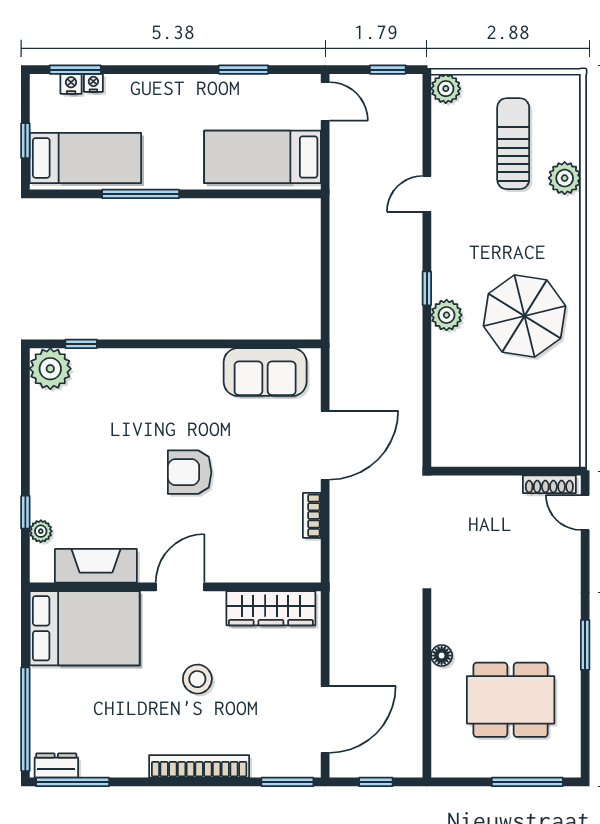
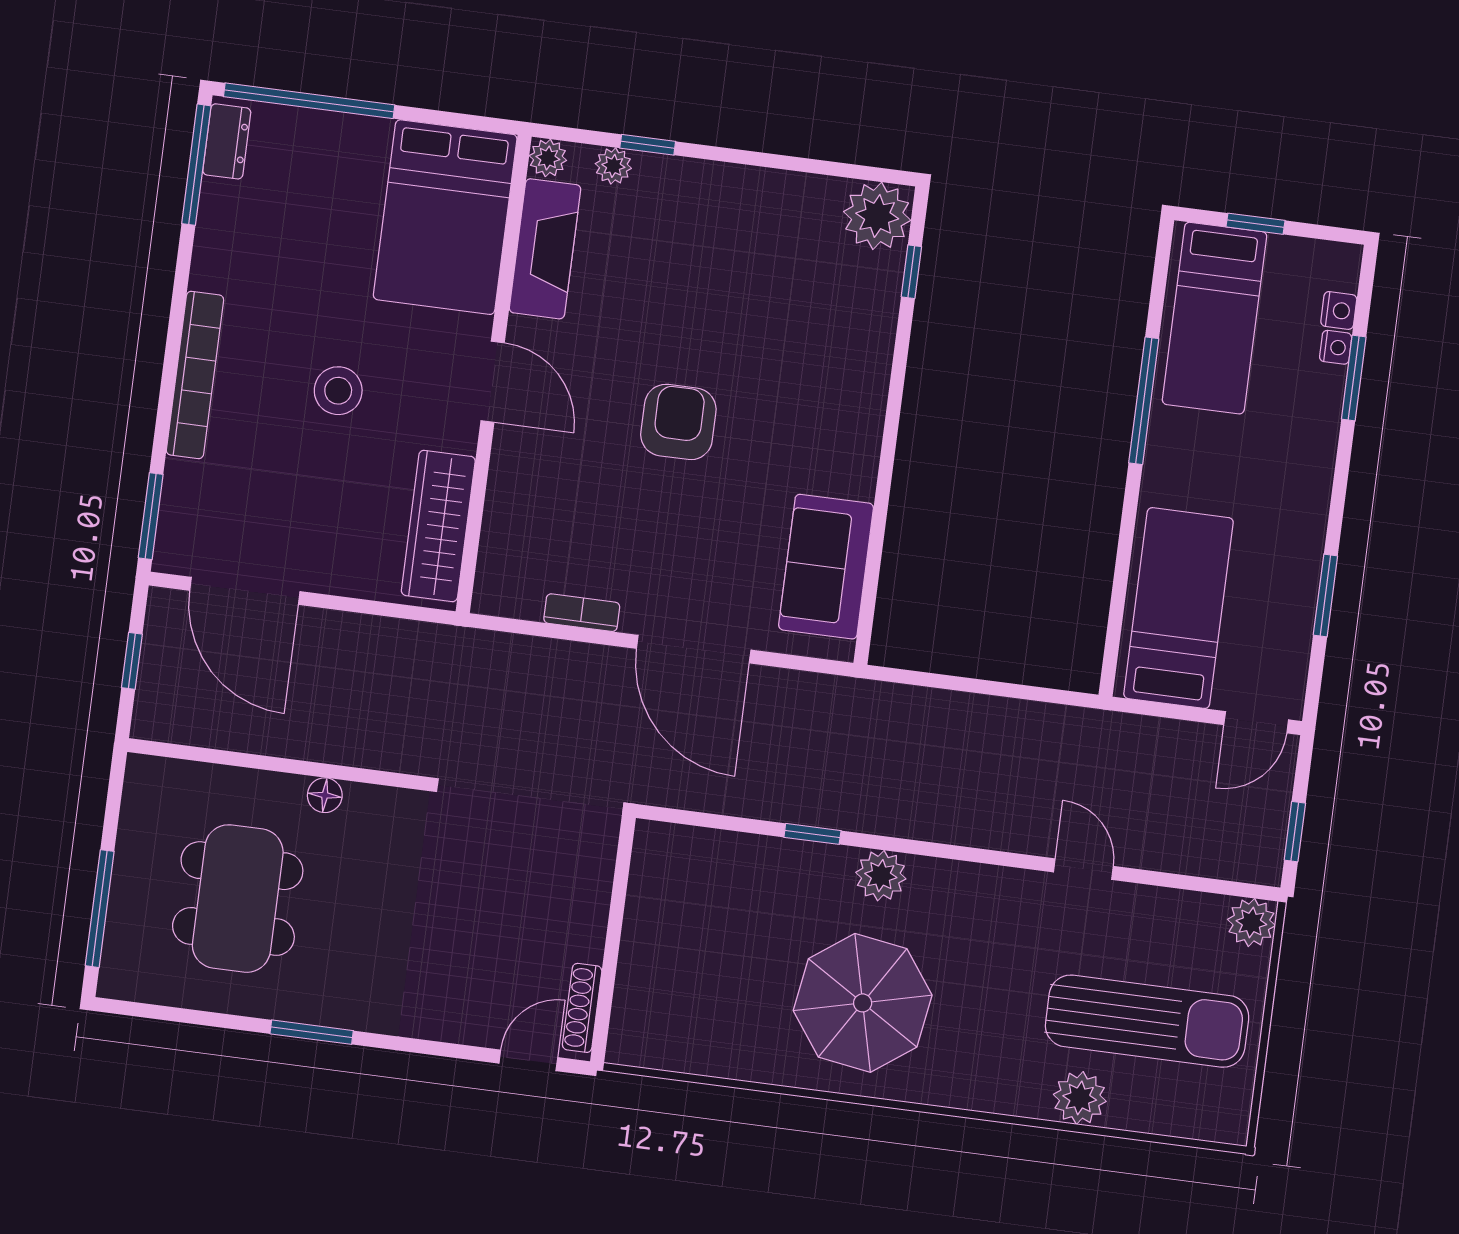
window: (75, 70) -> (1354, 378), moved
sun lounger: (513, 144) -> (1147, 1021), width x1.36, depth x1.34
window: (427, 288) -> (812, 834), moved
plant: (41, 571) -> (548, 158), added

